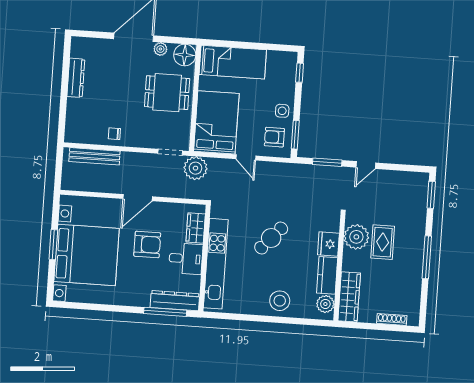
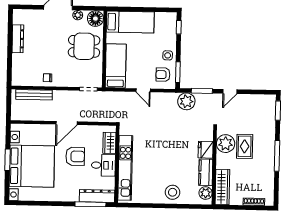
bed: (216, 122) -> (116, 66), width x0.67
plant: (195, 168) -> (186, 101), moved
cafe table: (271, 238) -> (164, 147), removed

